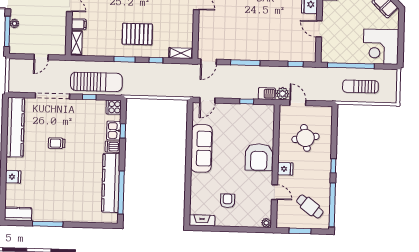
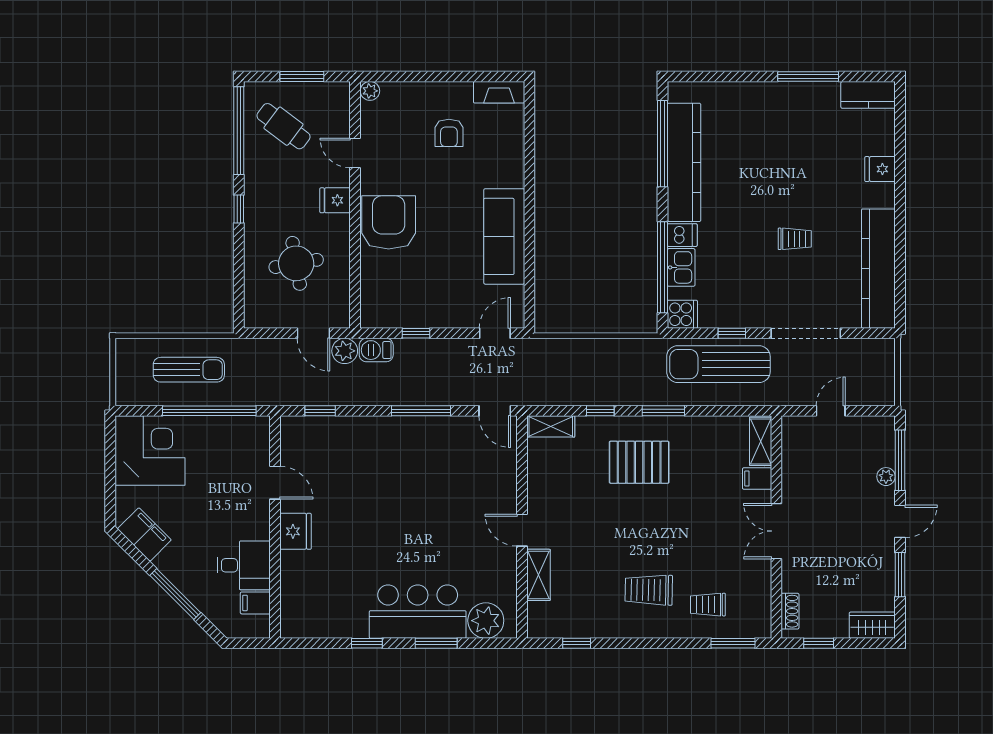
door: (209, 62) -> (495, 411), swing flipped
window: (123, 131) -> (663, 267), width x3.17

